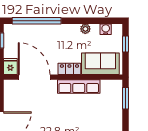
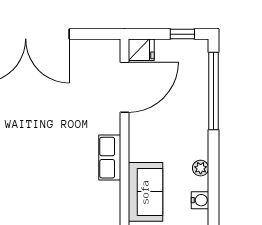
locker: (69, 69) -> (137, 143), removed
row of seats: (79, 86) -> (110, 158), width x0.68

